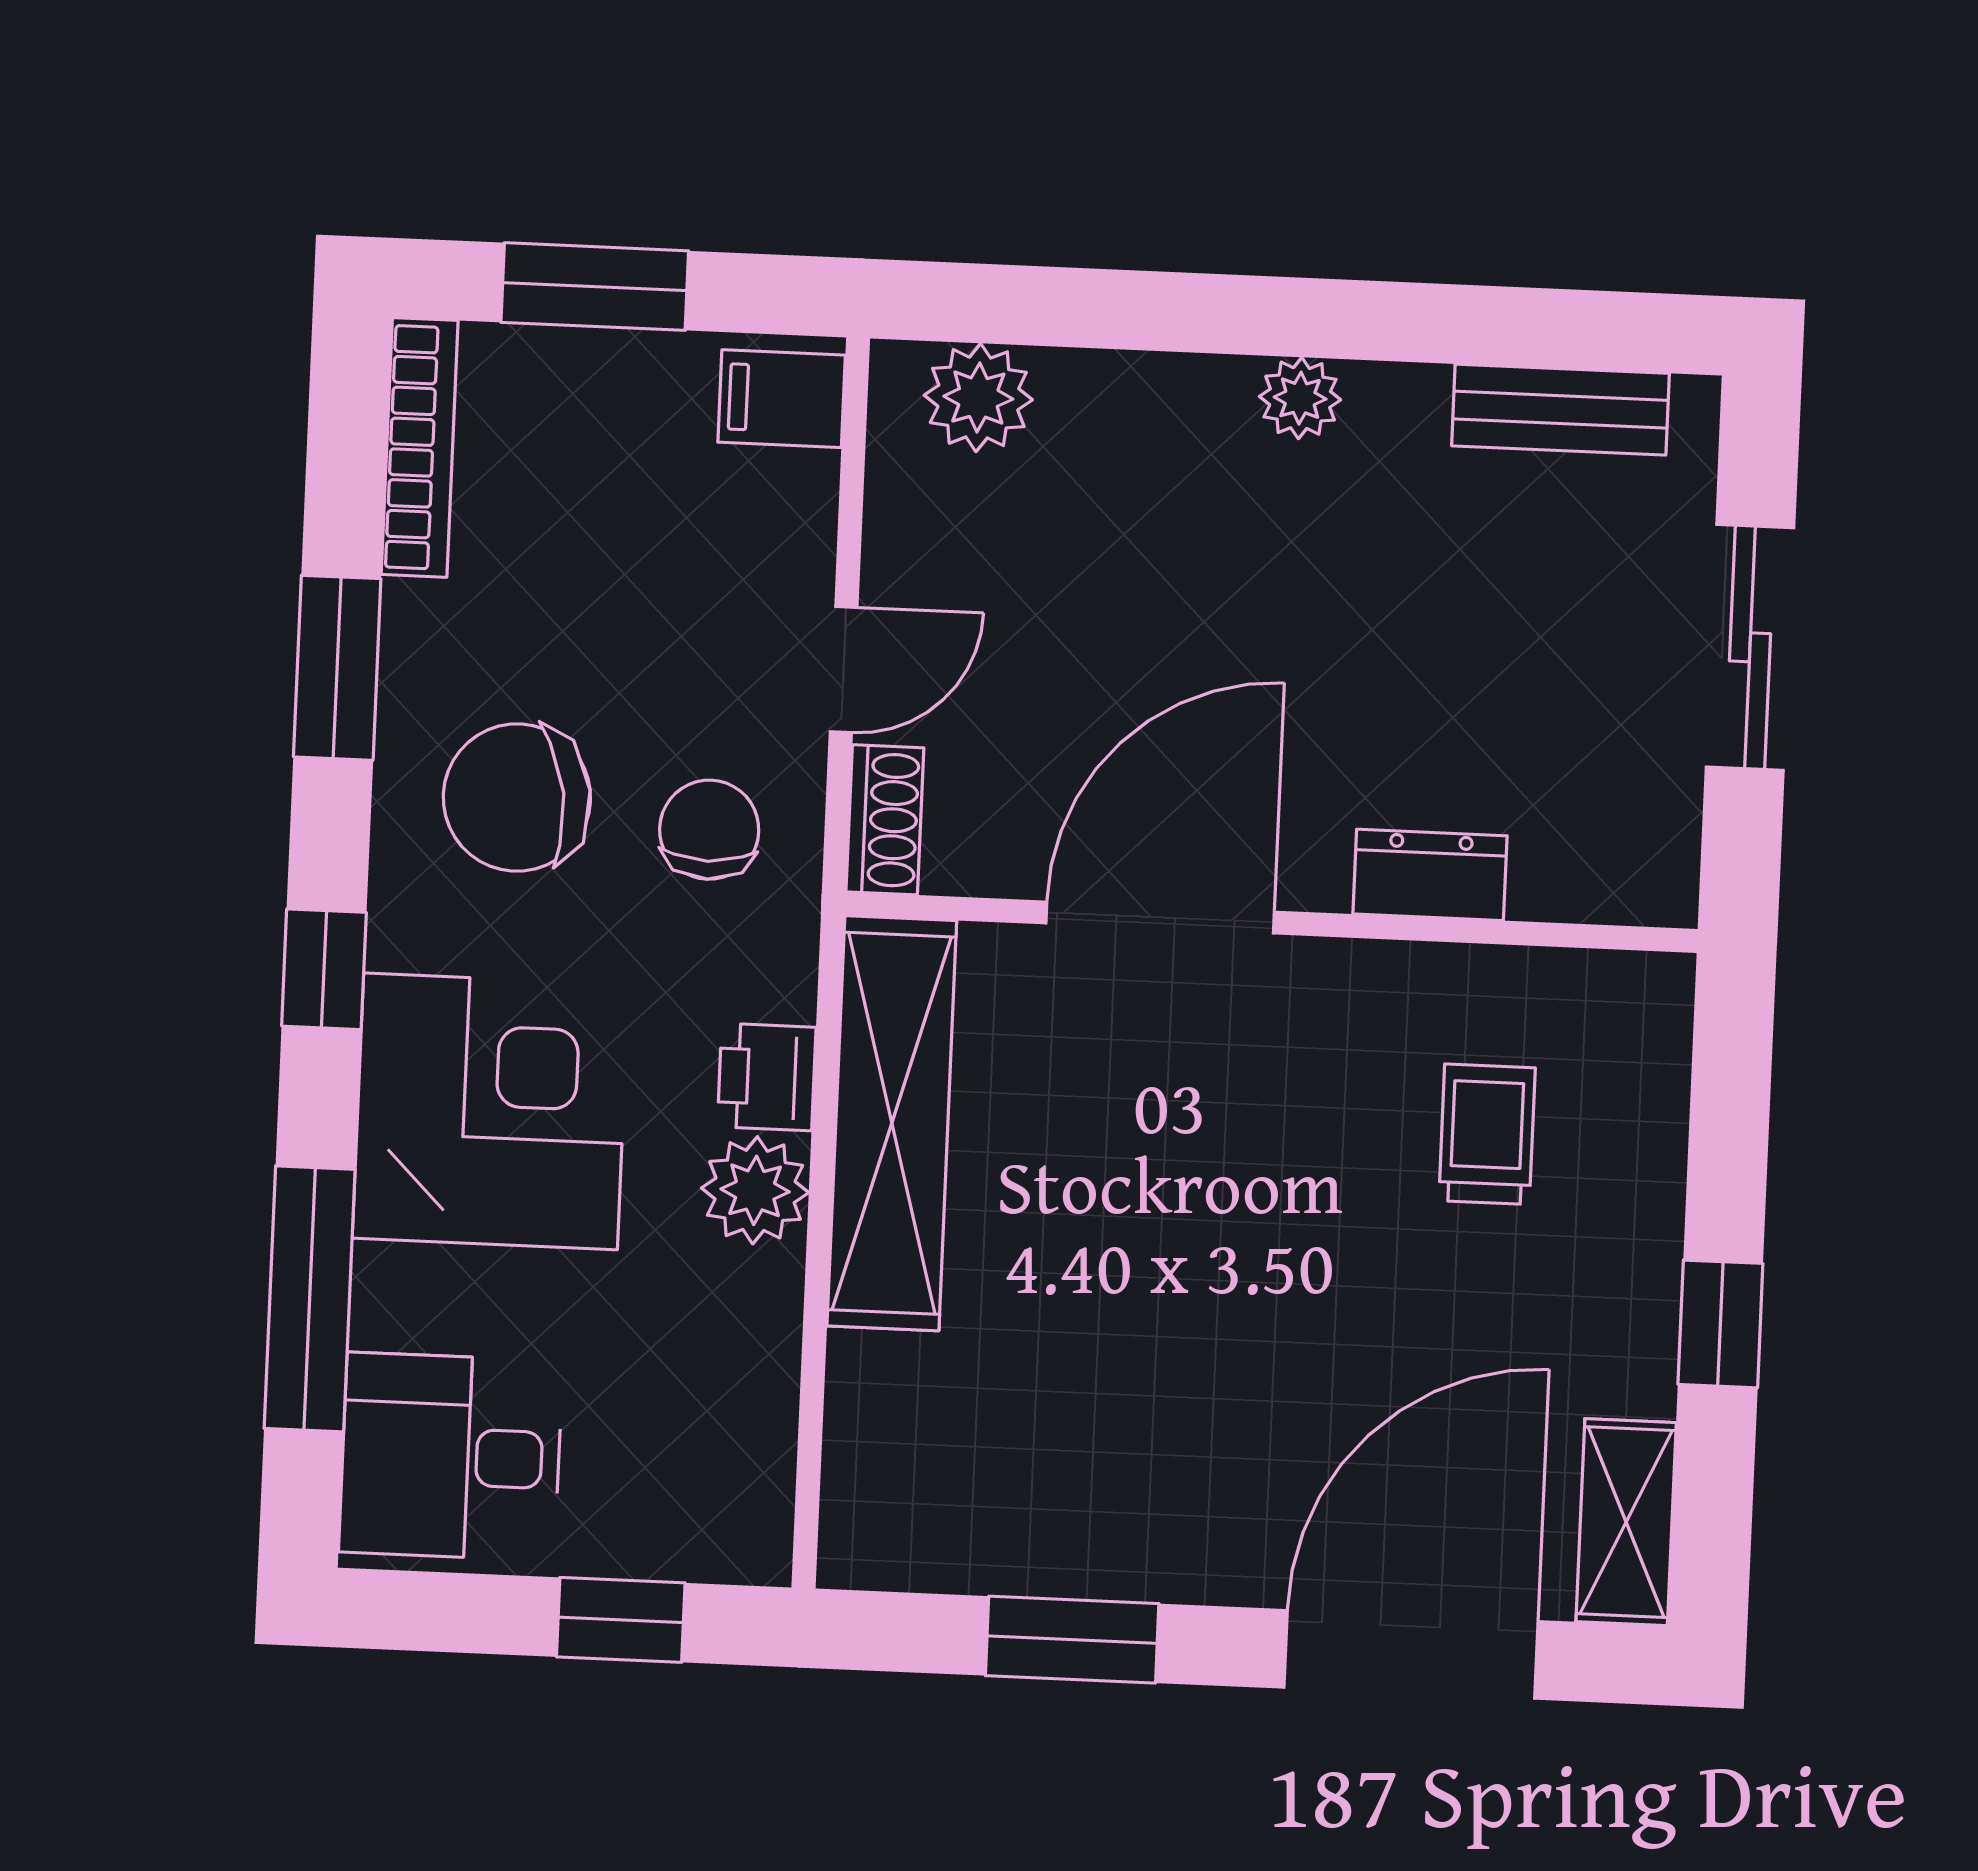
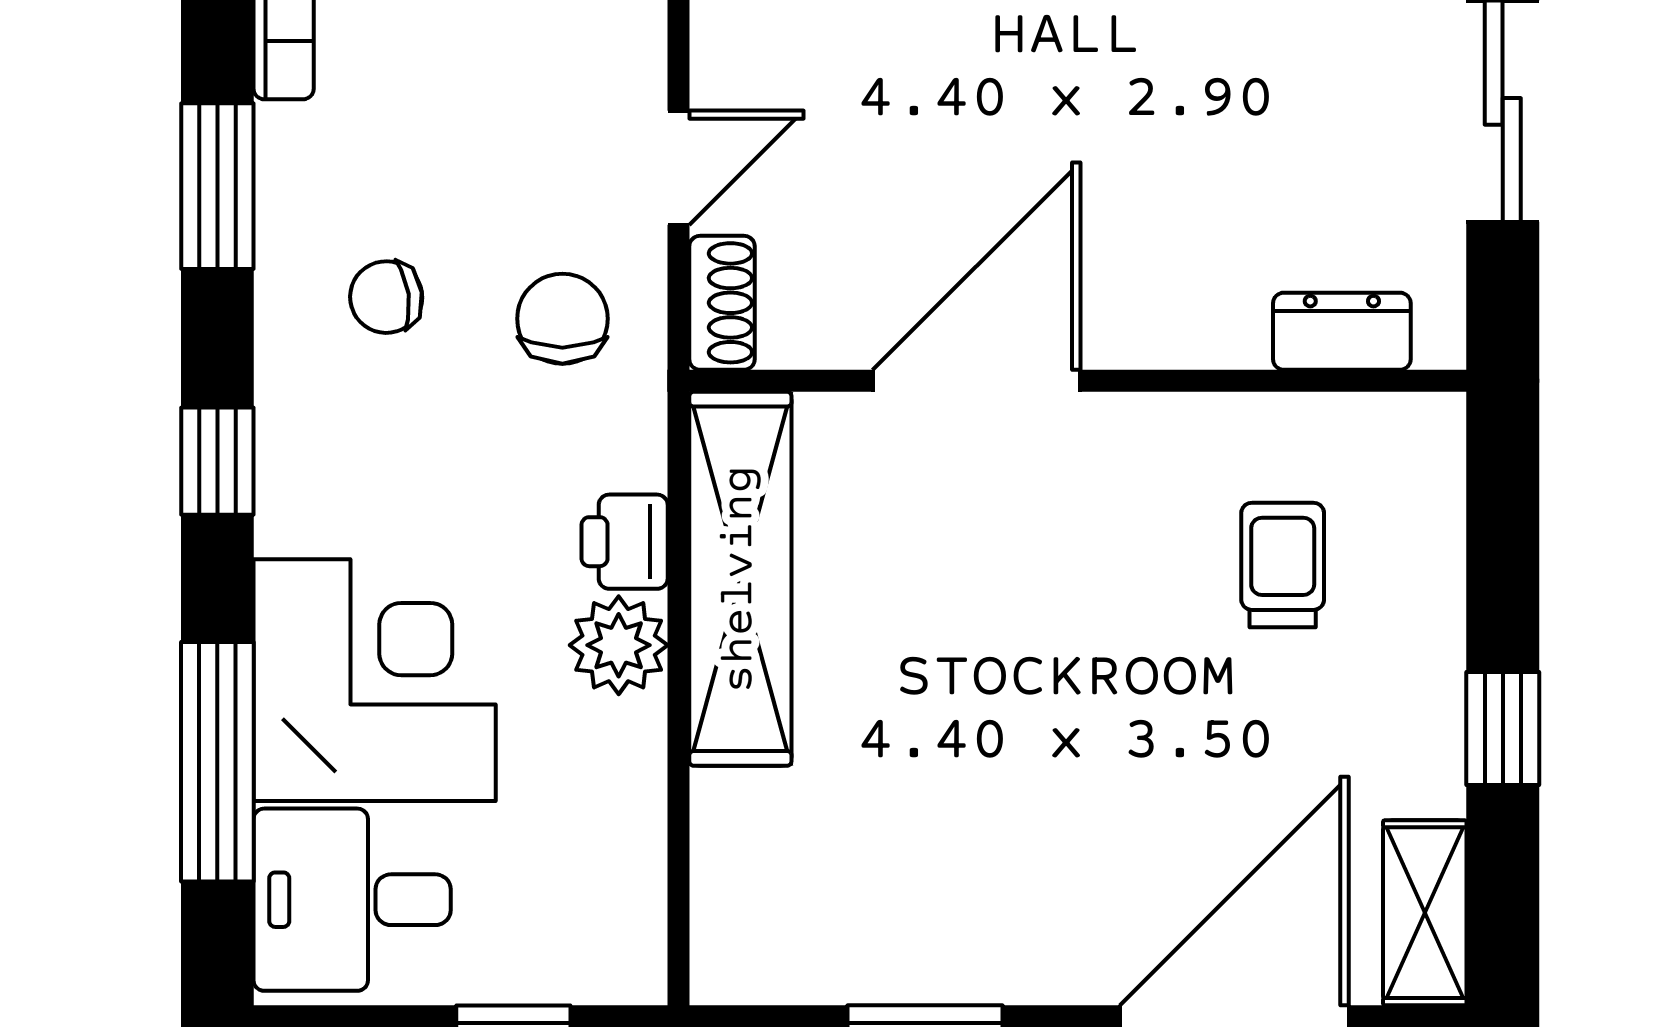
chair: (517, 798) -> (386, 297), width x0.54, depth x0.54
dresser: (1430, 875) -> (1342, 331), moved
corner desk: (491, 1111) -> (375, 680), moved

